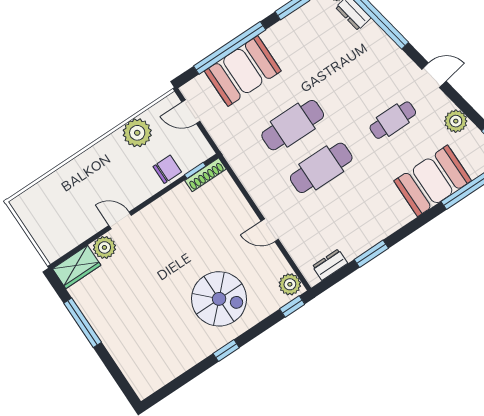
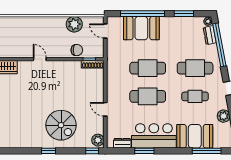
cafe table: (364, 77) -> (195, 68), added
bar counter: (370, 221) -> (154, 136), added
plant: (104, 247) -> (24, 67), removed

